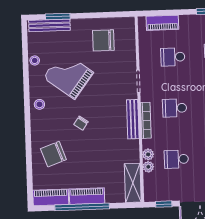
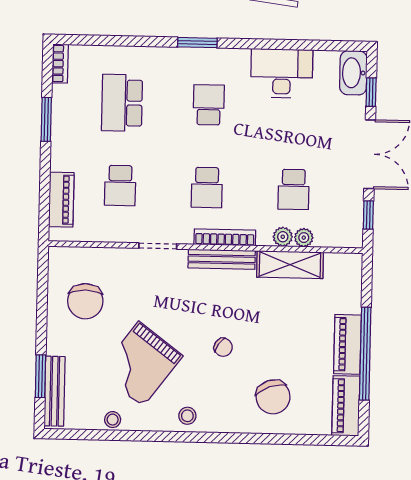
shelving: (133, 183) -> (290, 265), moved

